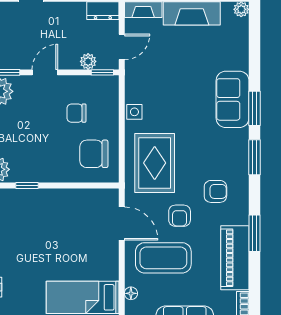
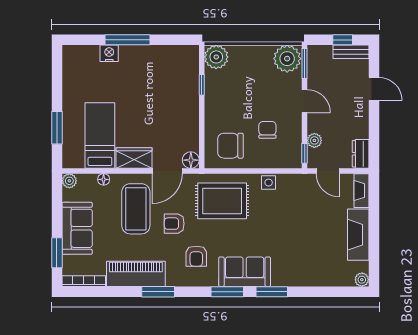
sofa: (233, 99) -> (245, 272), moved
chair: (94, 154) -> (230, 146), turned -90
floor lamp: (110, 197) -> (191, 160), added
wardrobe: (107, 260) -> (134, 158), added

